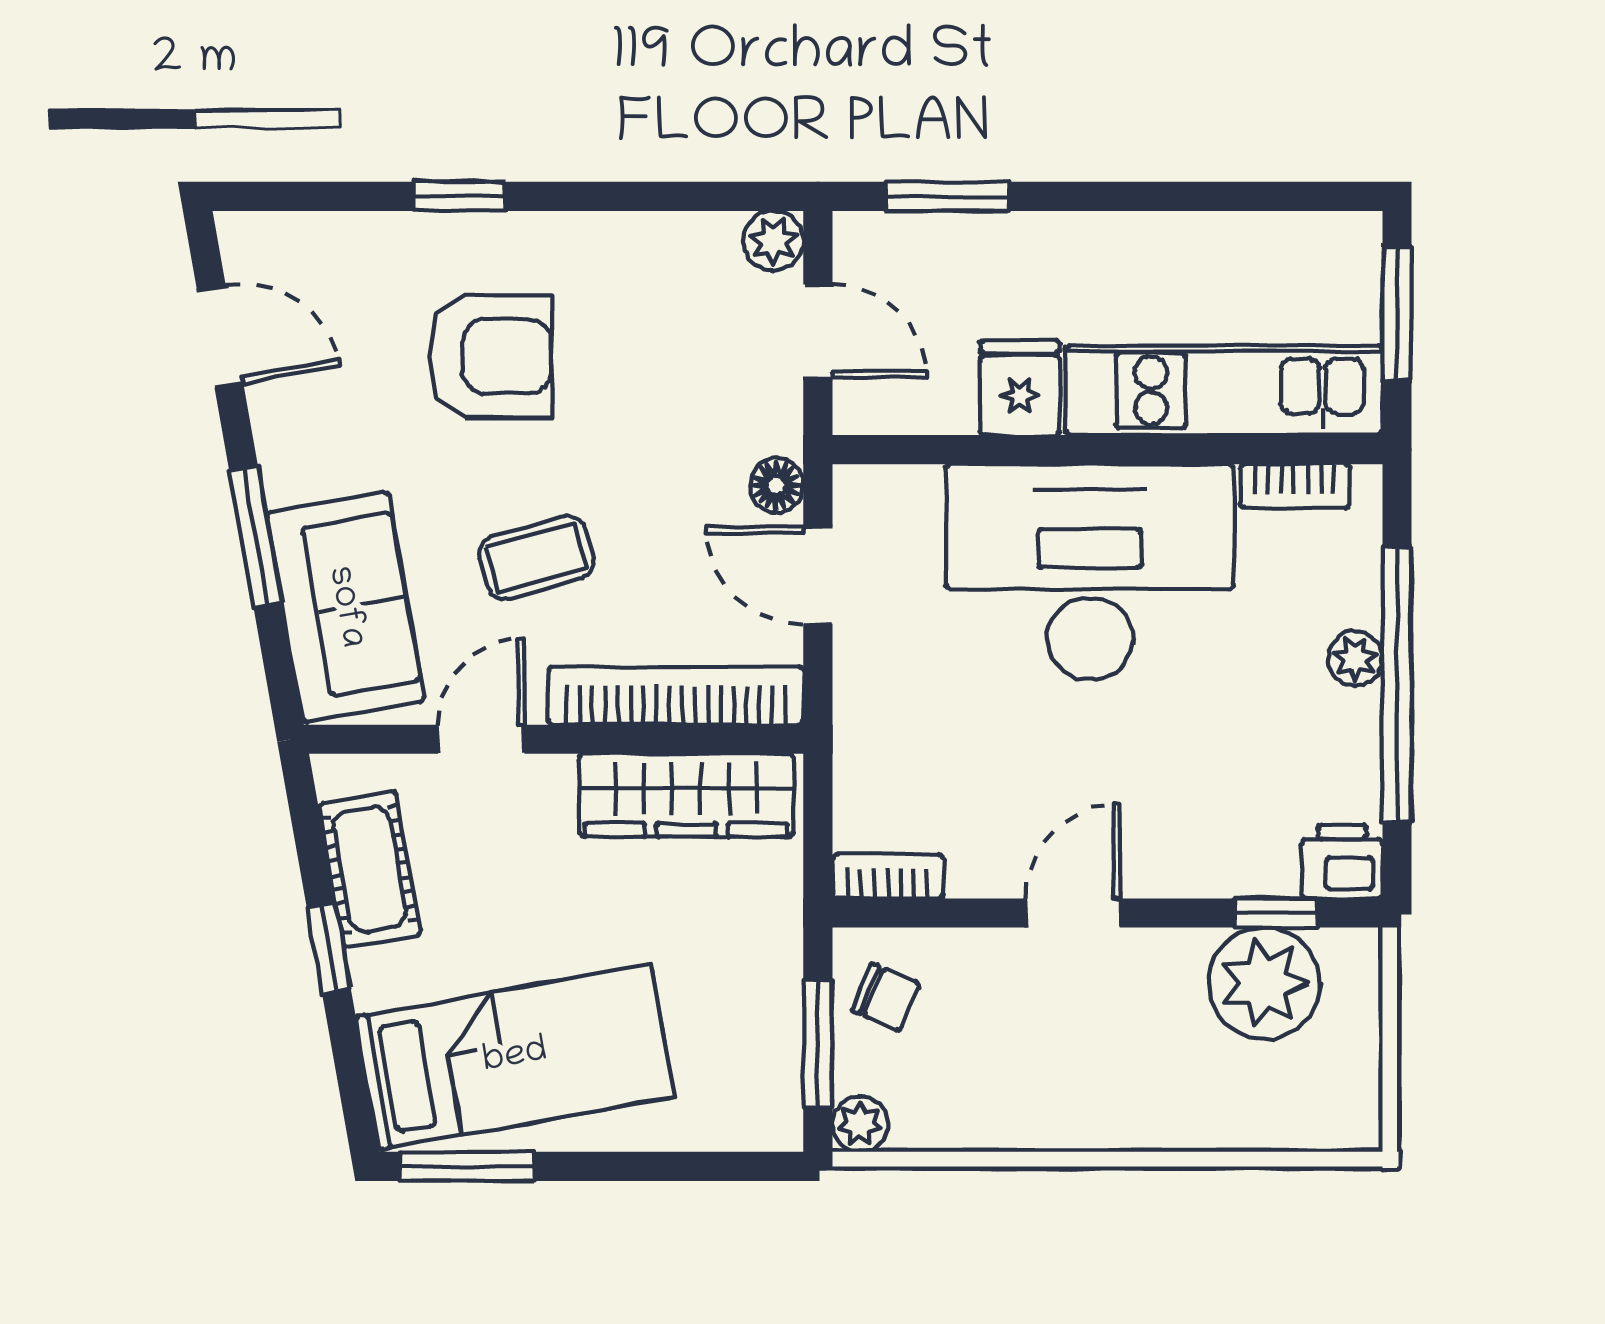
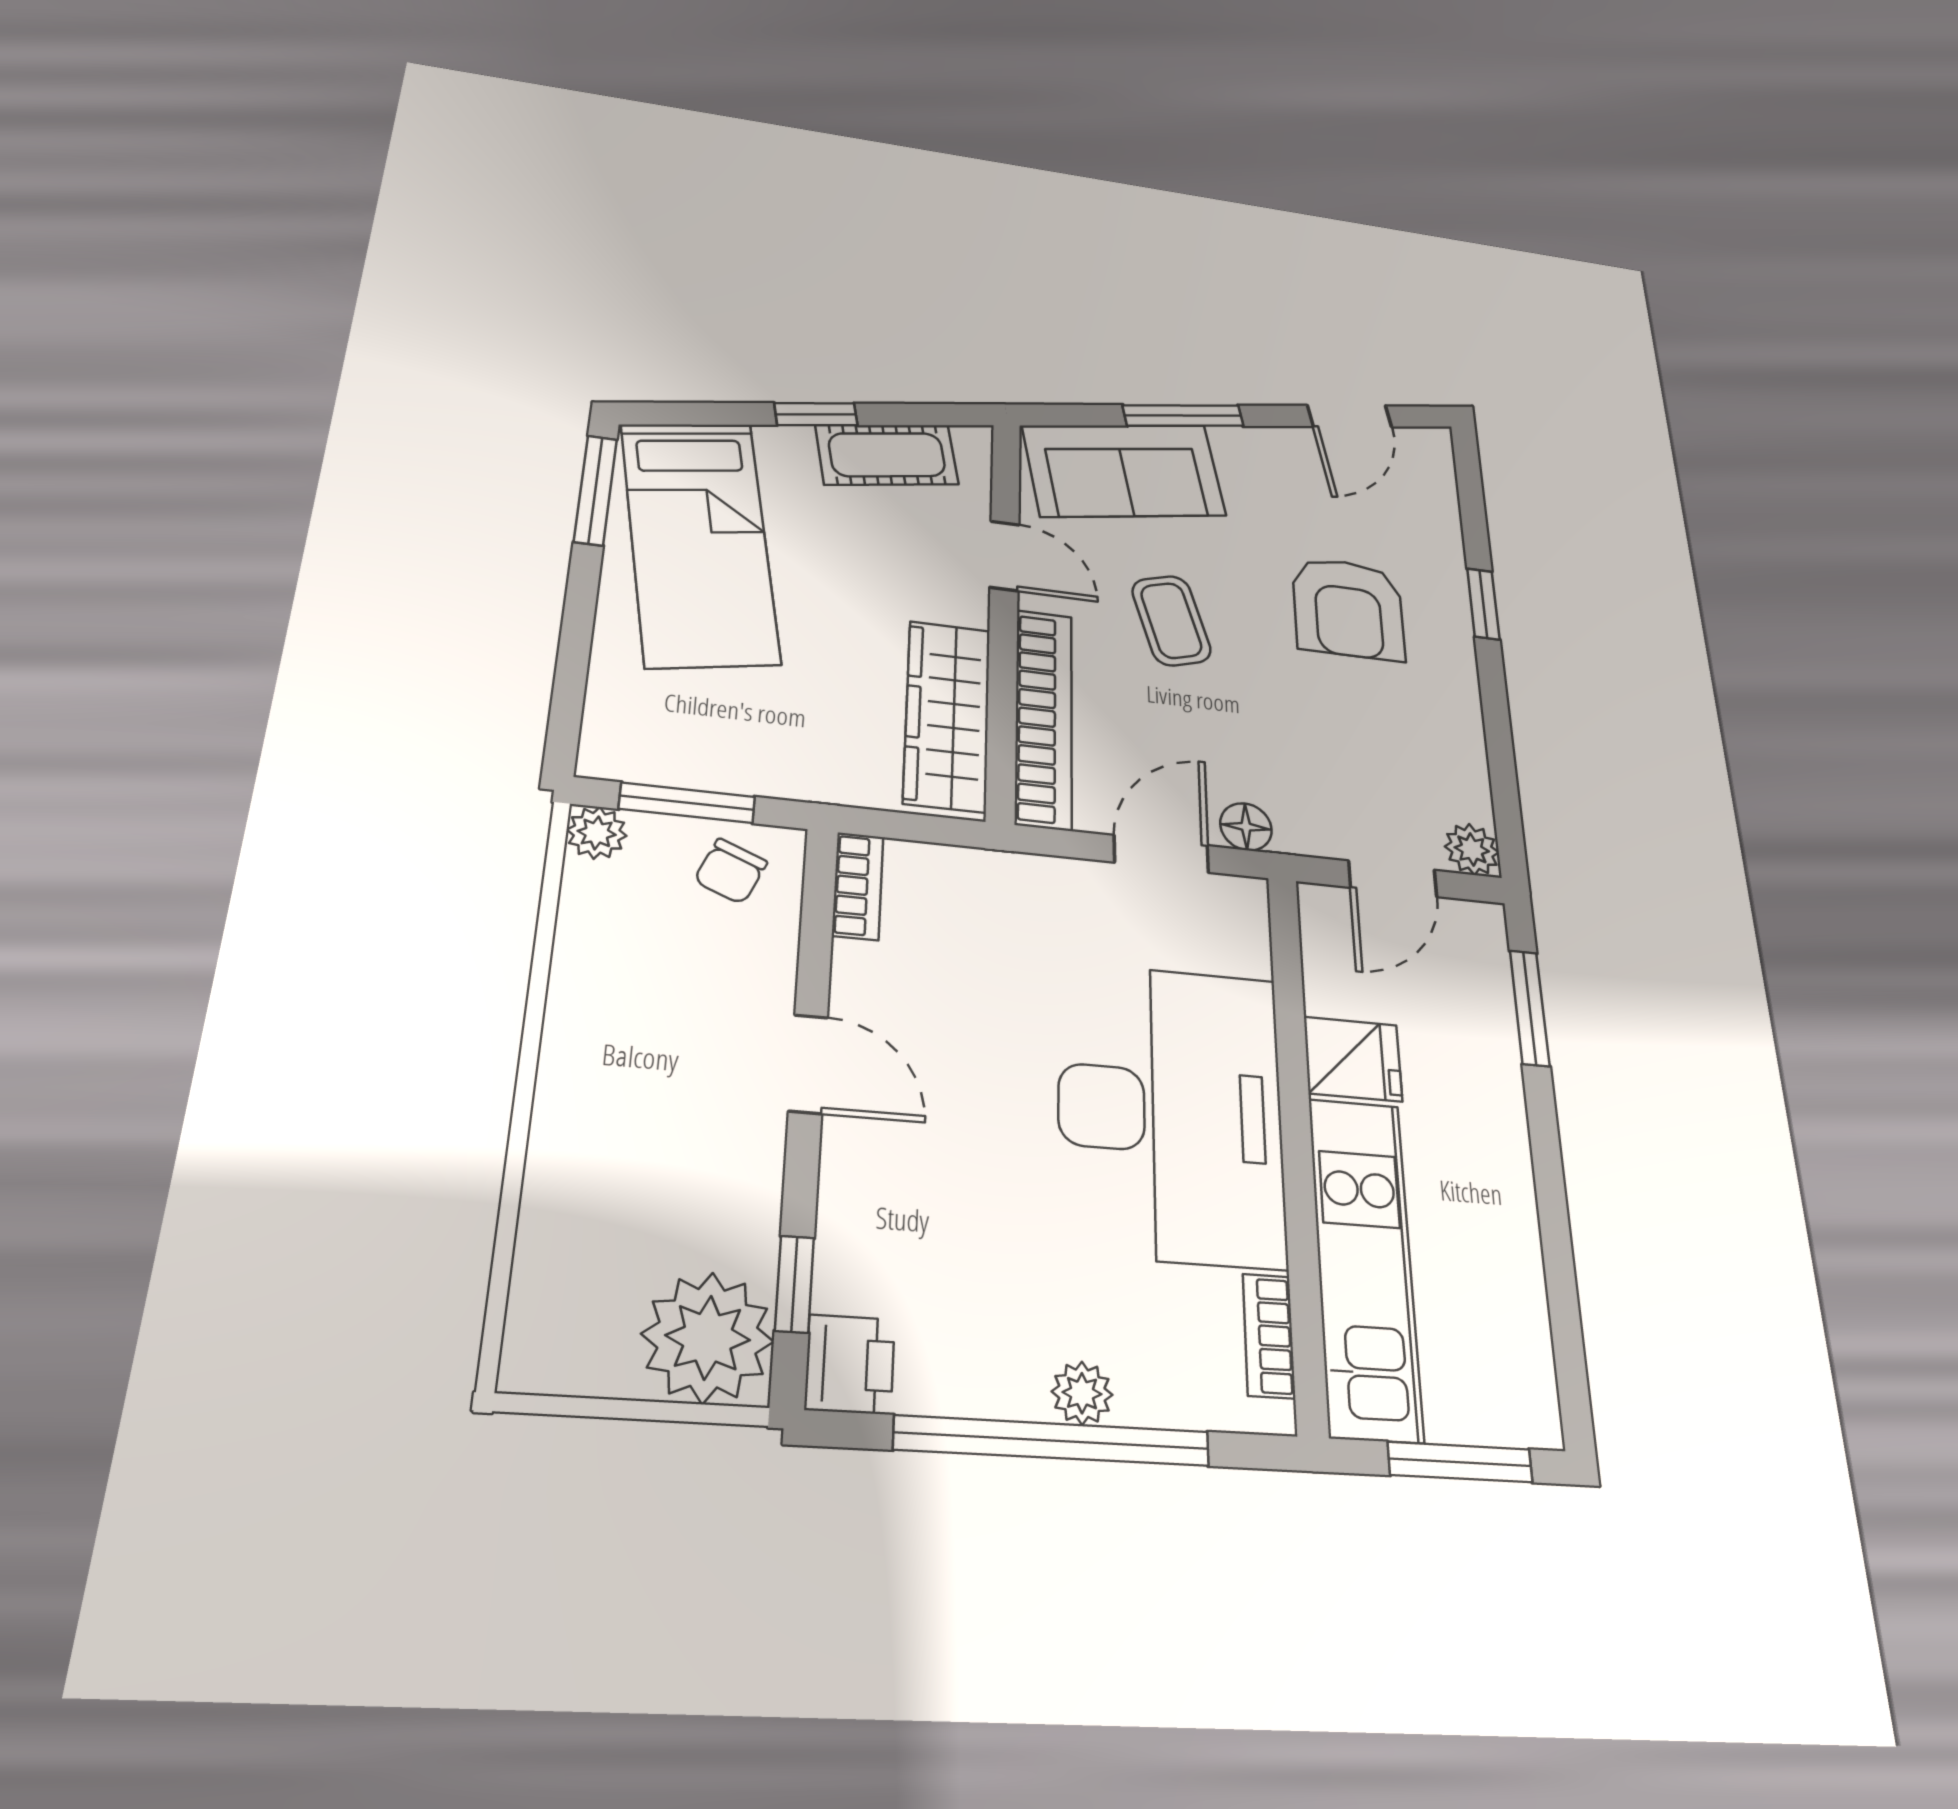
plant: (1264, 983) -> (708, 1338), moved

